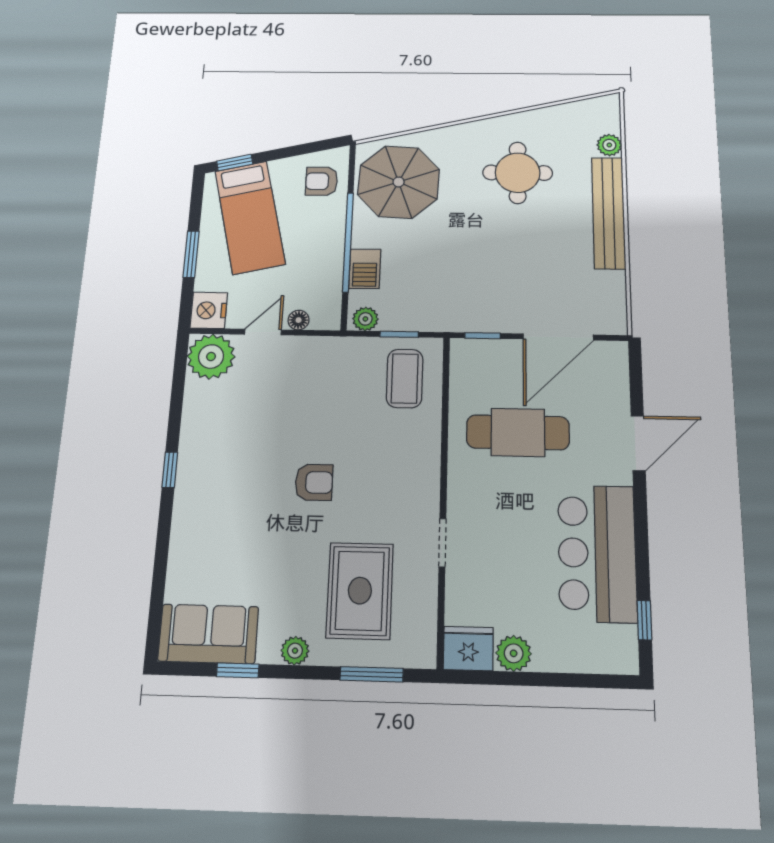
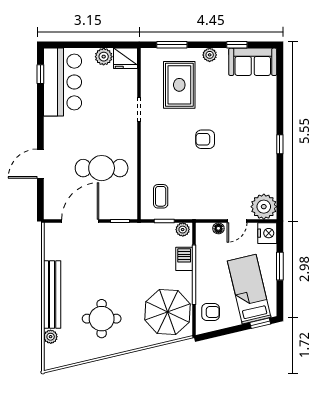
coffee table: (405, 378) -> (161, 196), width x0.73, depth x0.77
bar counter: (597, 553) -> (63, 82), moved

